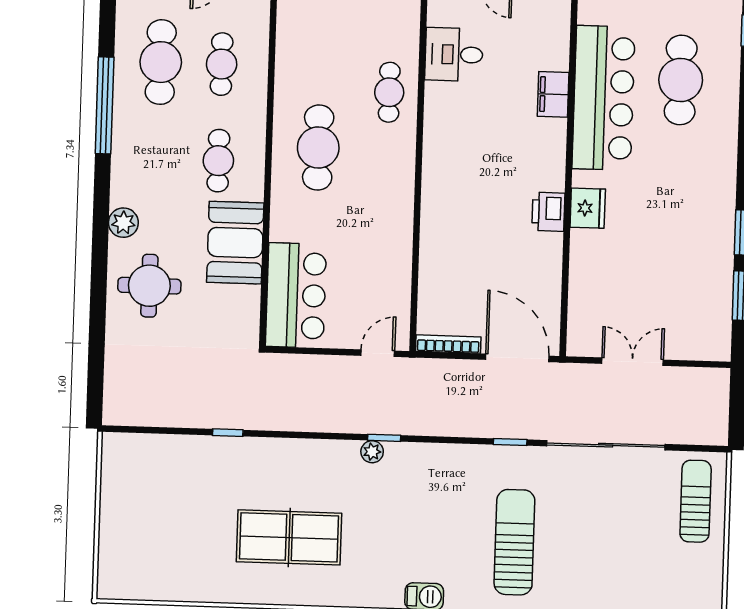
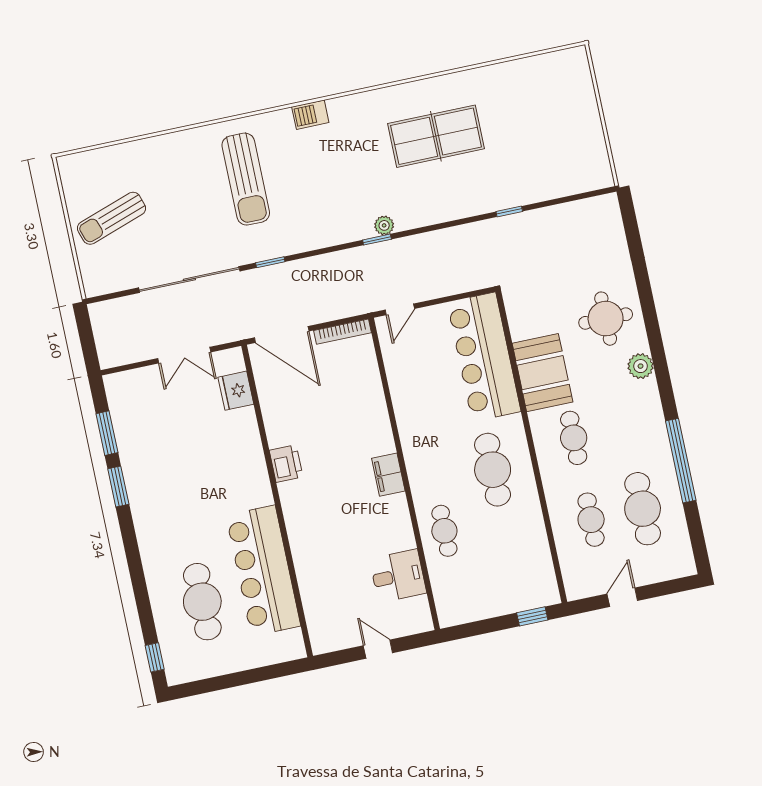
filing cabinet: (553, 94) -> (388, 475), moved, turned 180
fridge: (588, 208) -> (236, 391), moved
bar counter: (296, 295) -> (484, 357), width x1.36
sun lounger: (696, 501) -> (112, 218), moved, turned 71

